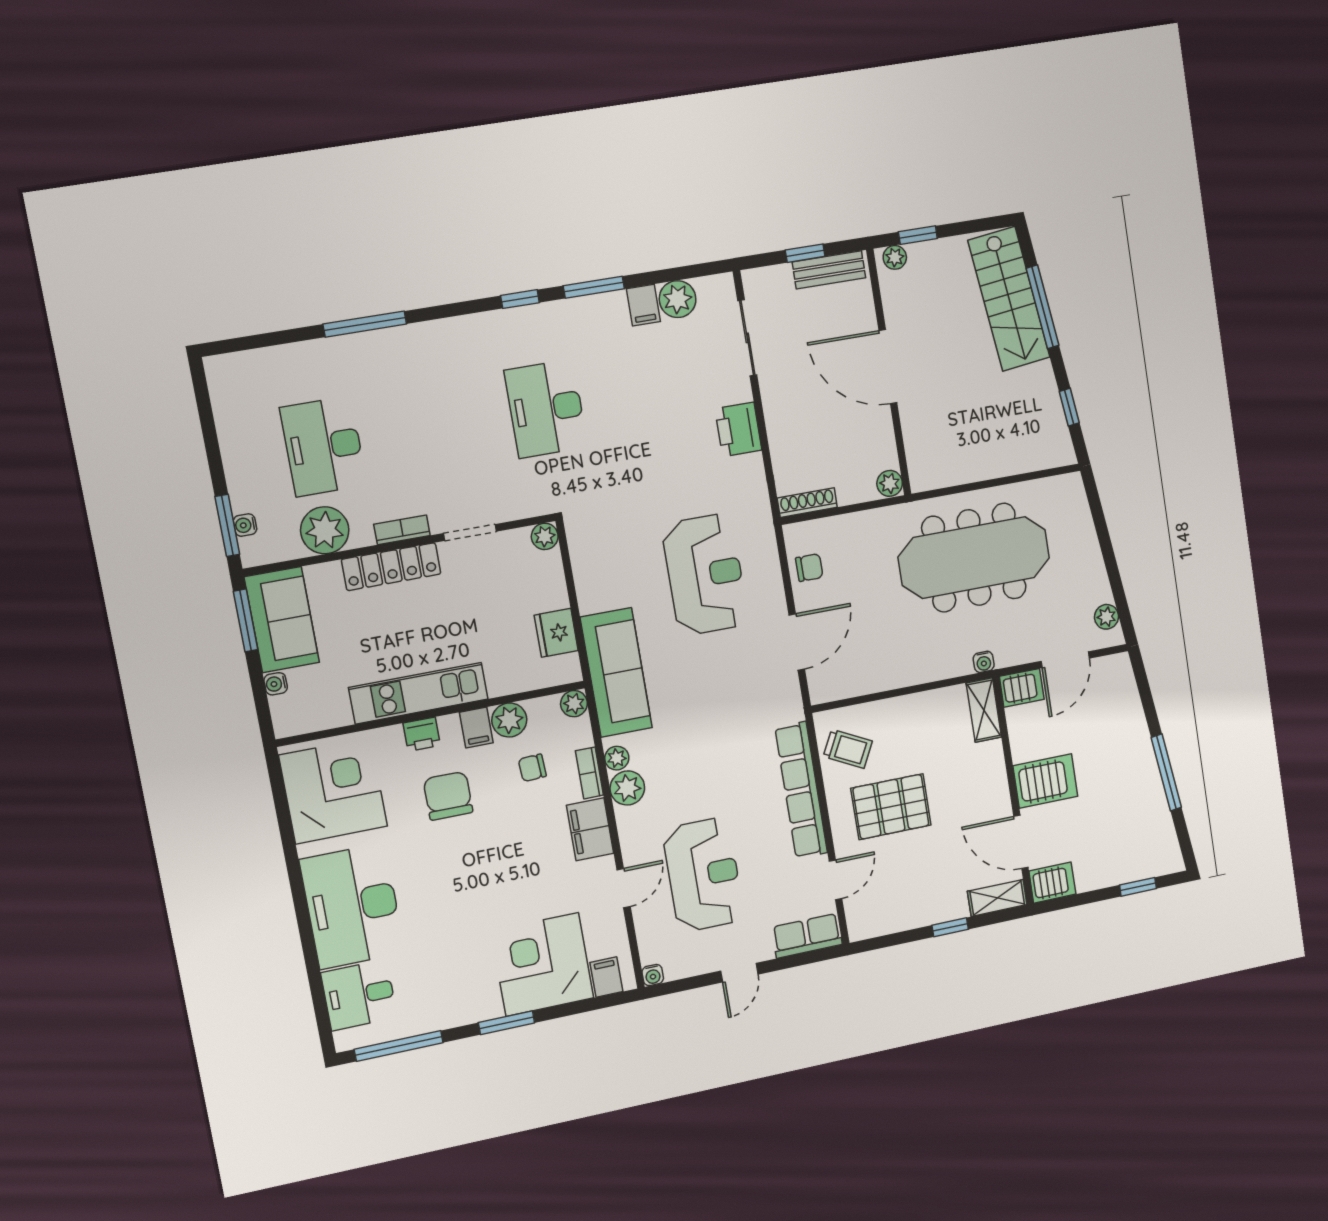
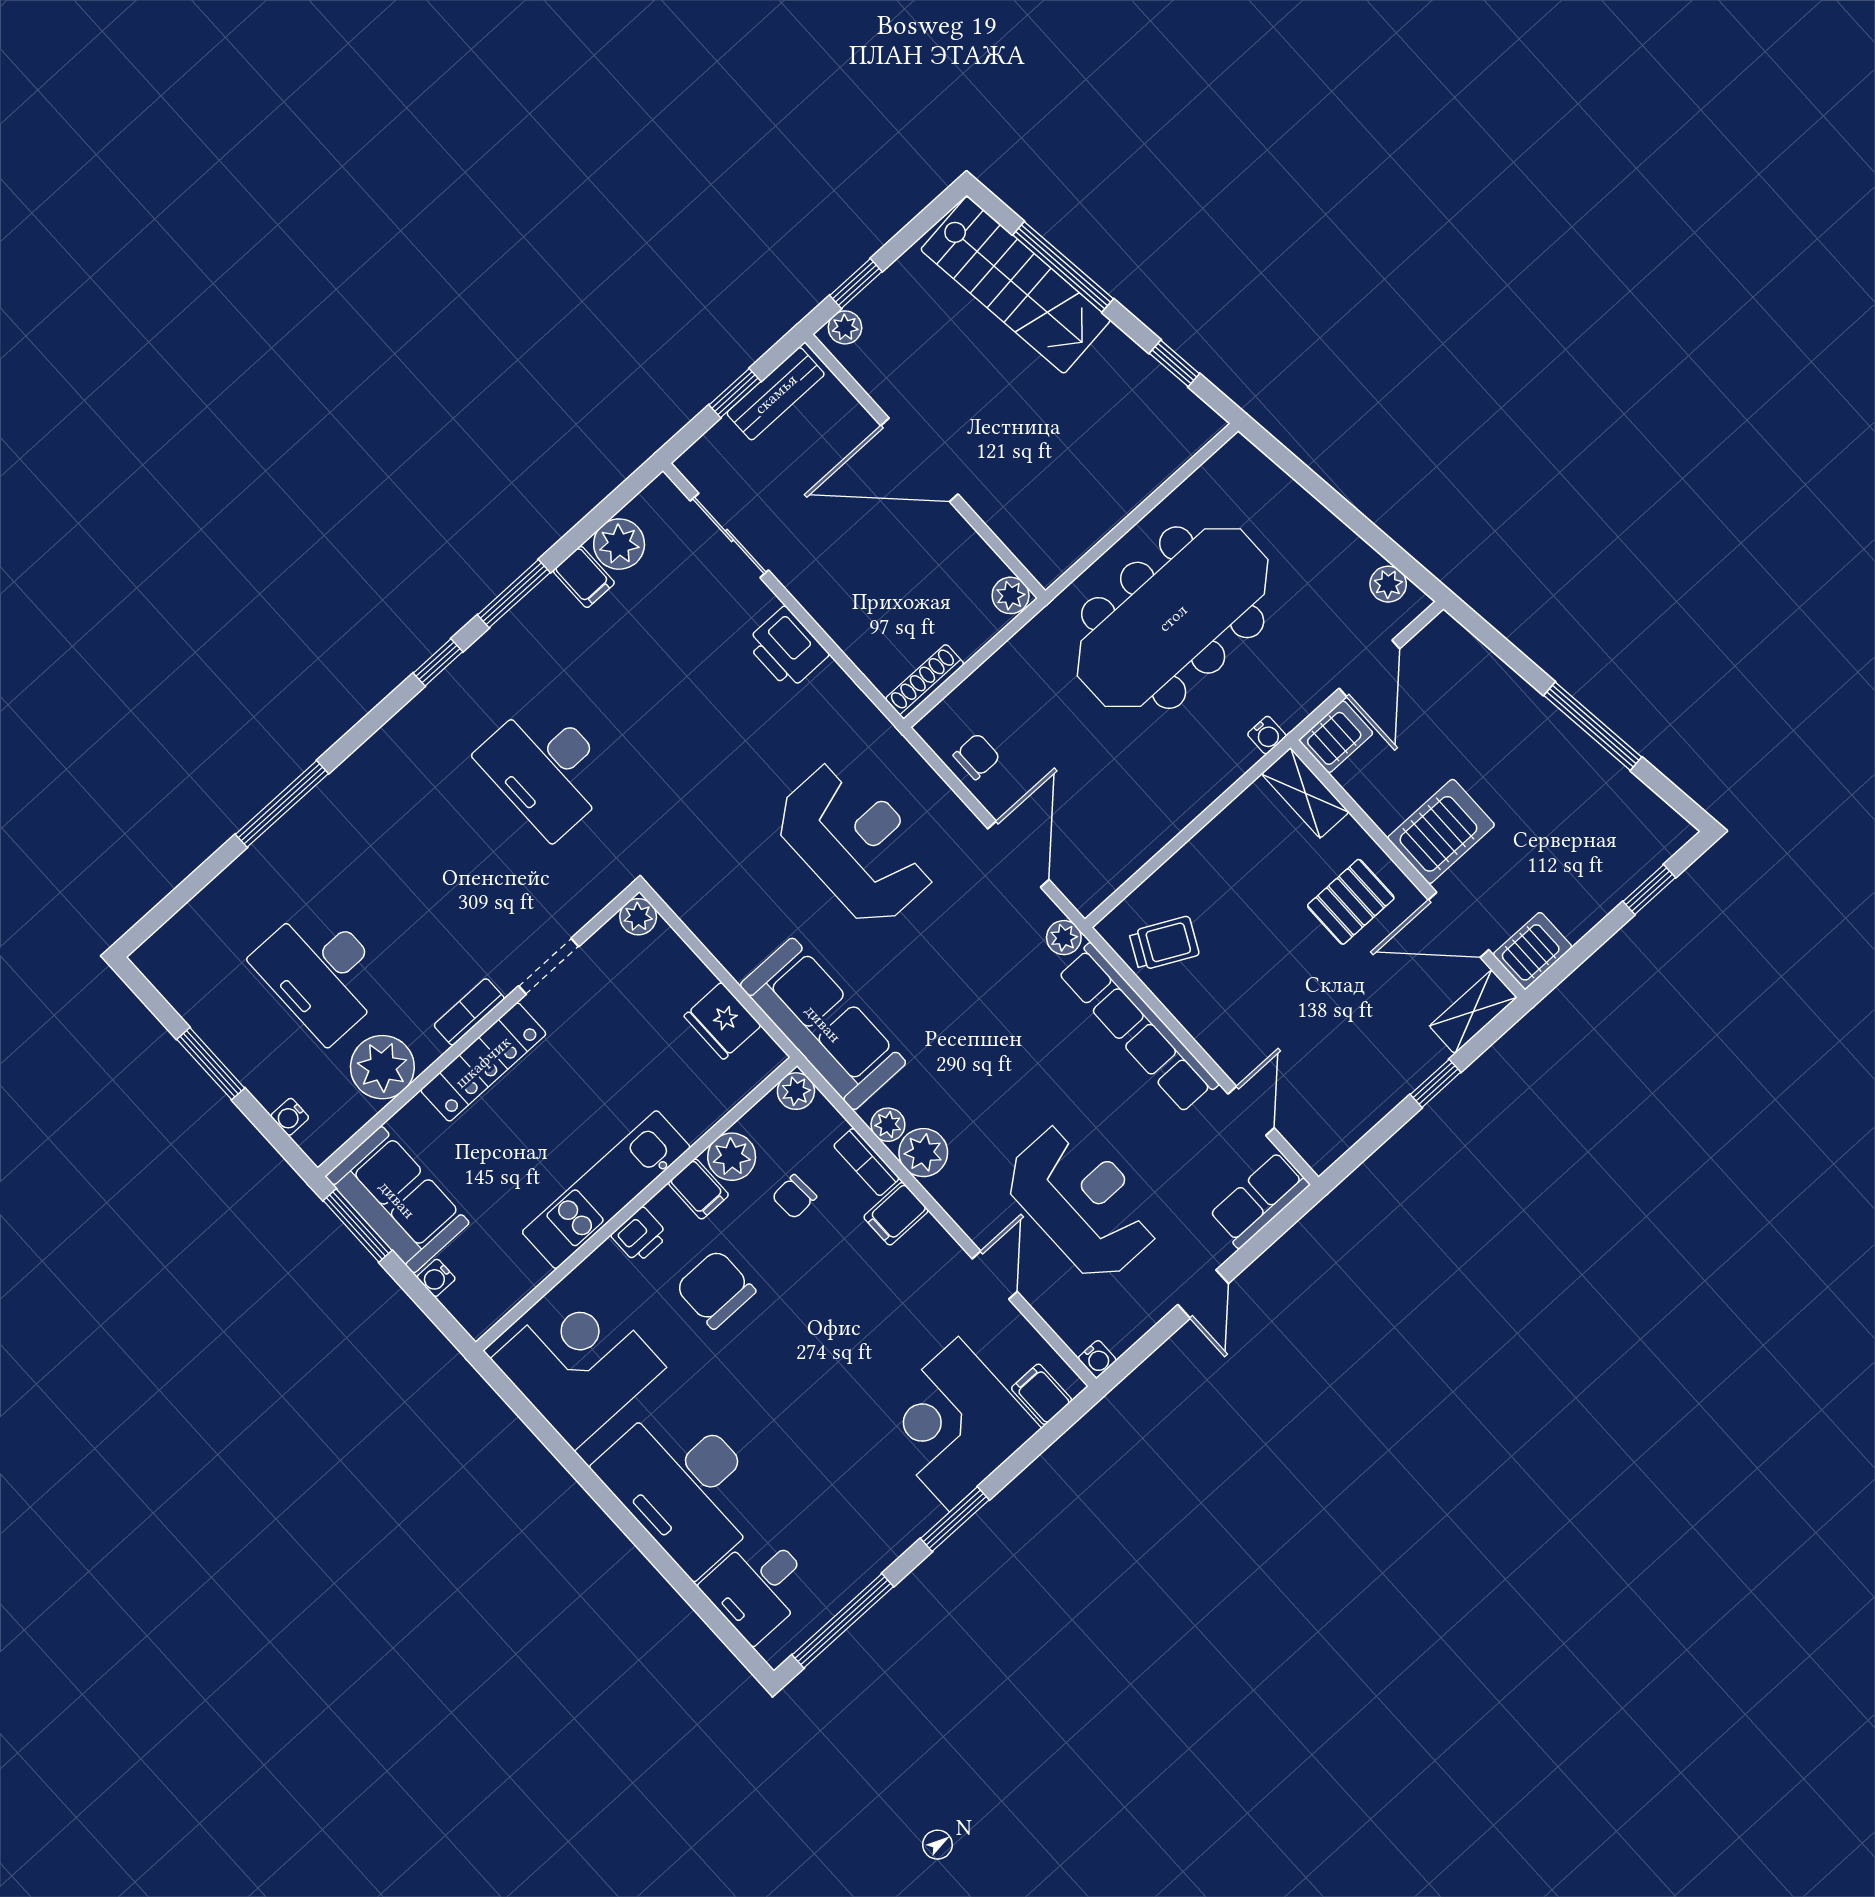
window: (227, 525) -> (211, 1064), moved
plant: (792, 709) -> (1064, 938), added
pallet: (891, 807) -> (1351, 902), moved, width x0.67, depth x0.71
filing cabinet: (590, 829) -> (896, 1214), width x0.50

